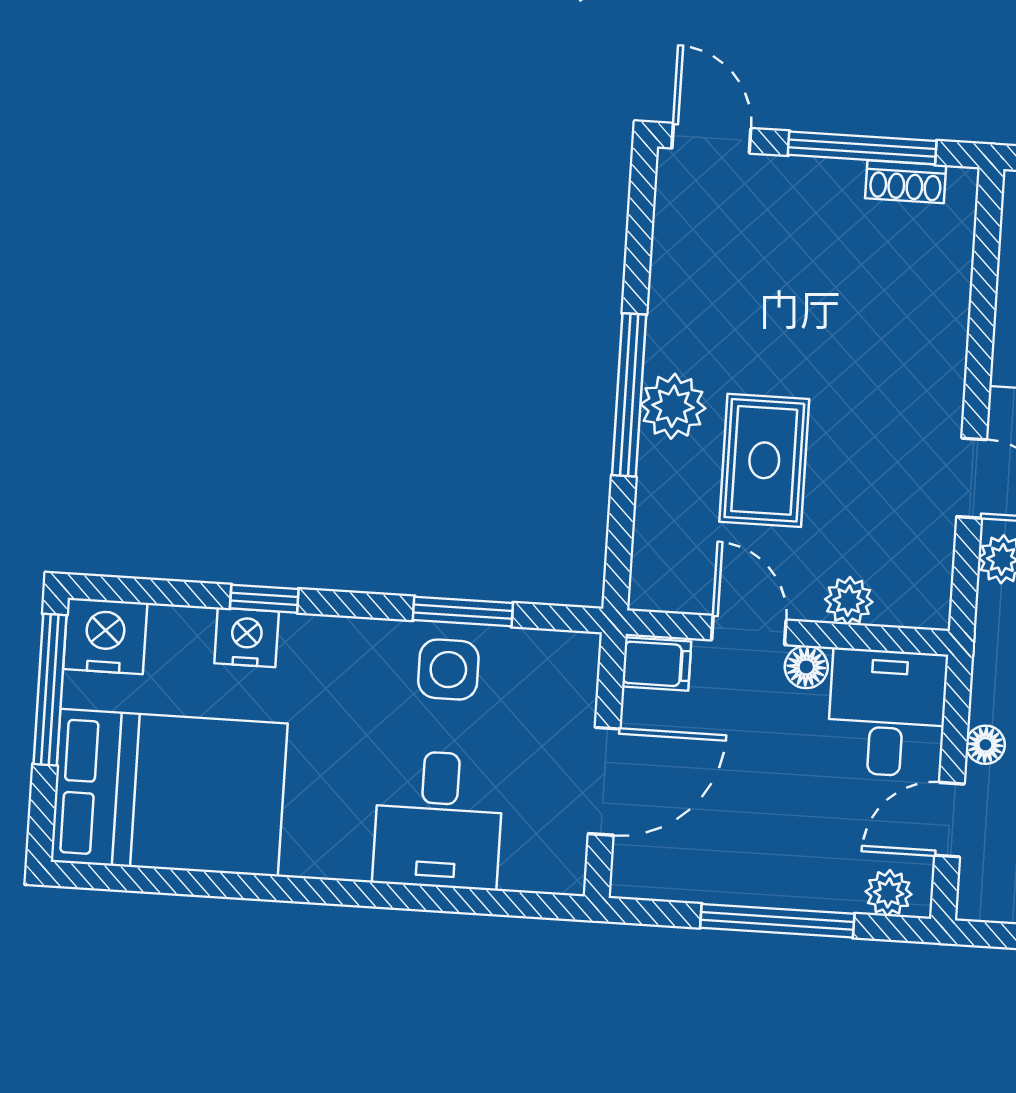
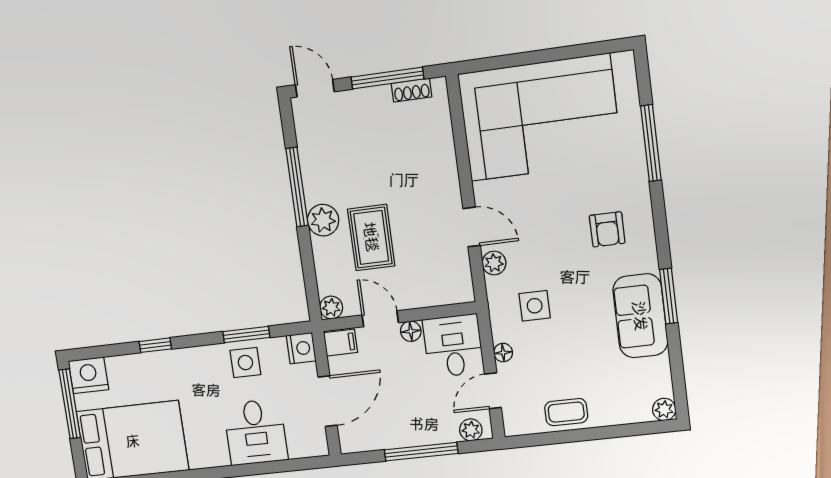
window: (629, 395) -> (297, 187), moved
plant: (849, 601) -> (331, 307), moved
nightstand: (247, 637) -> (301, 348), moved, turned 90

